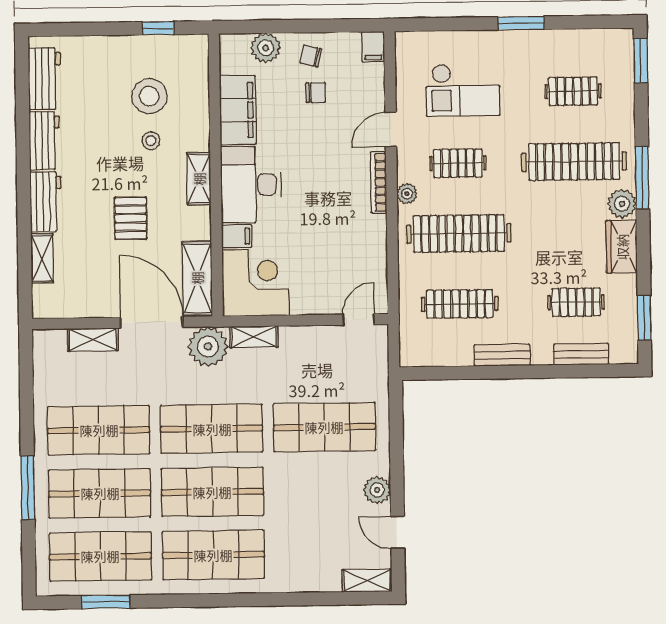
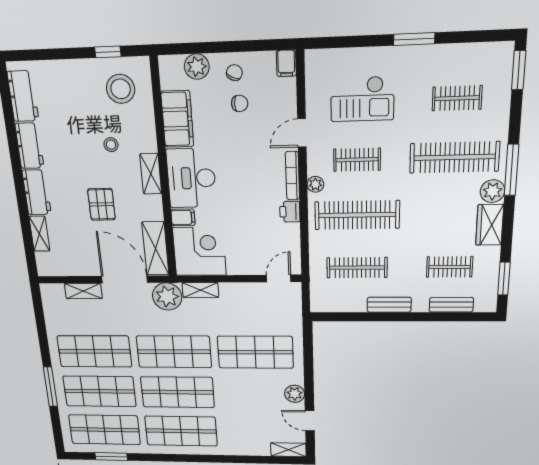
chair: (311, 56) -> (234, 73), turned 101
stool: (149, 96) -> (121, 89), moved
printer: (375, 229) -> (290, 212), added

